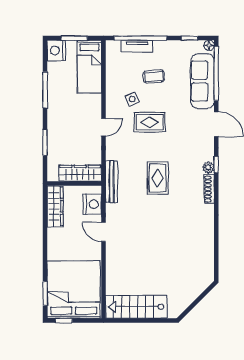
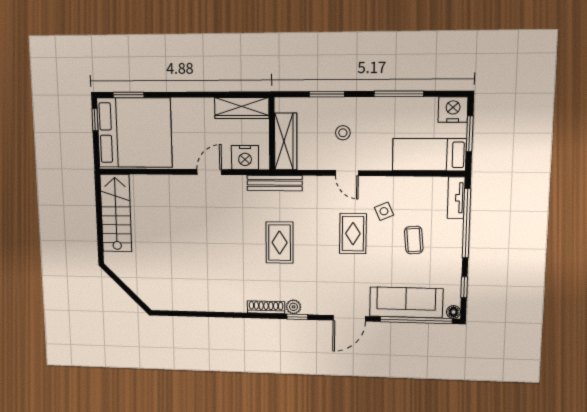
tv unit: (137, 46) -> (456, 198), moved
stool: (73, 130) -> (343, 133), added
rug: (158, 178) -> (280, 243), turned 90

